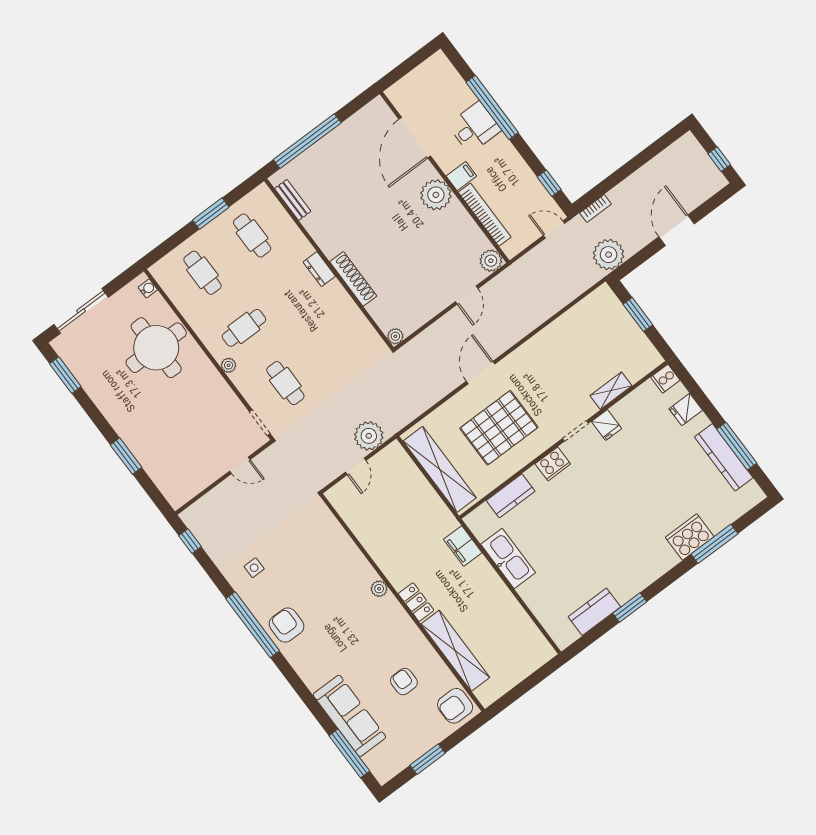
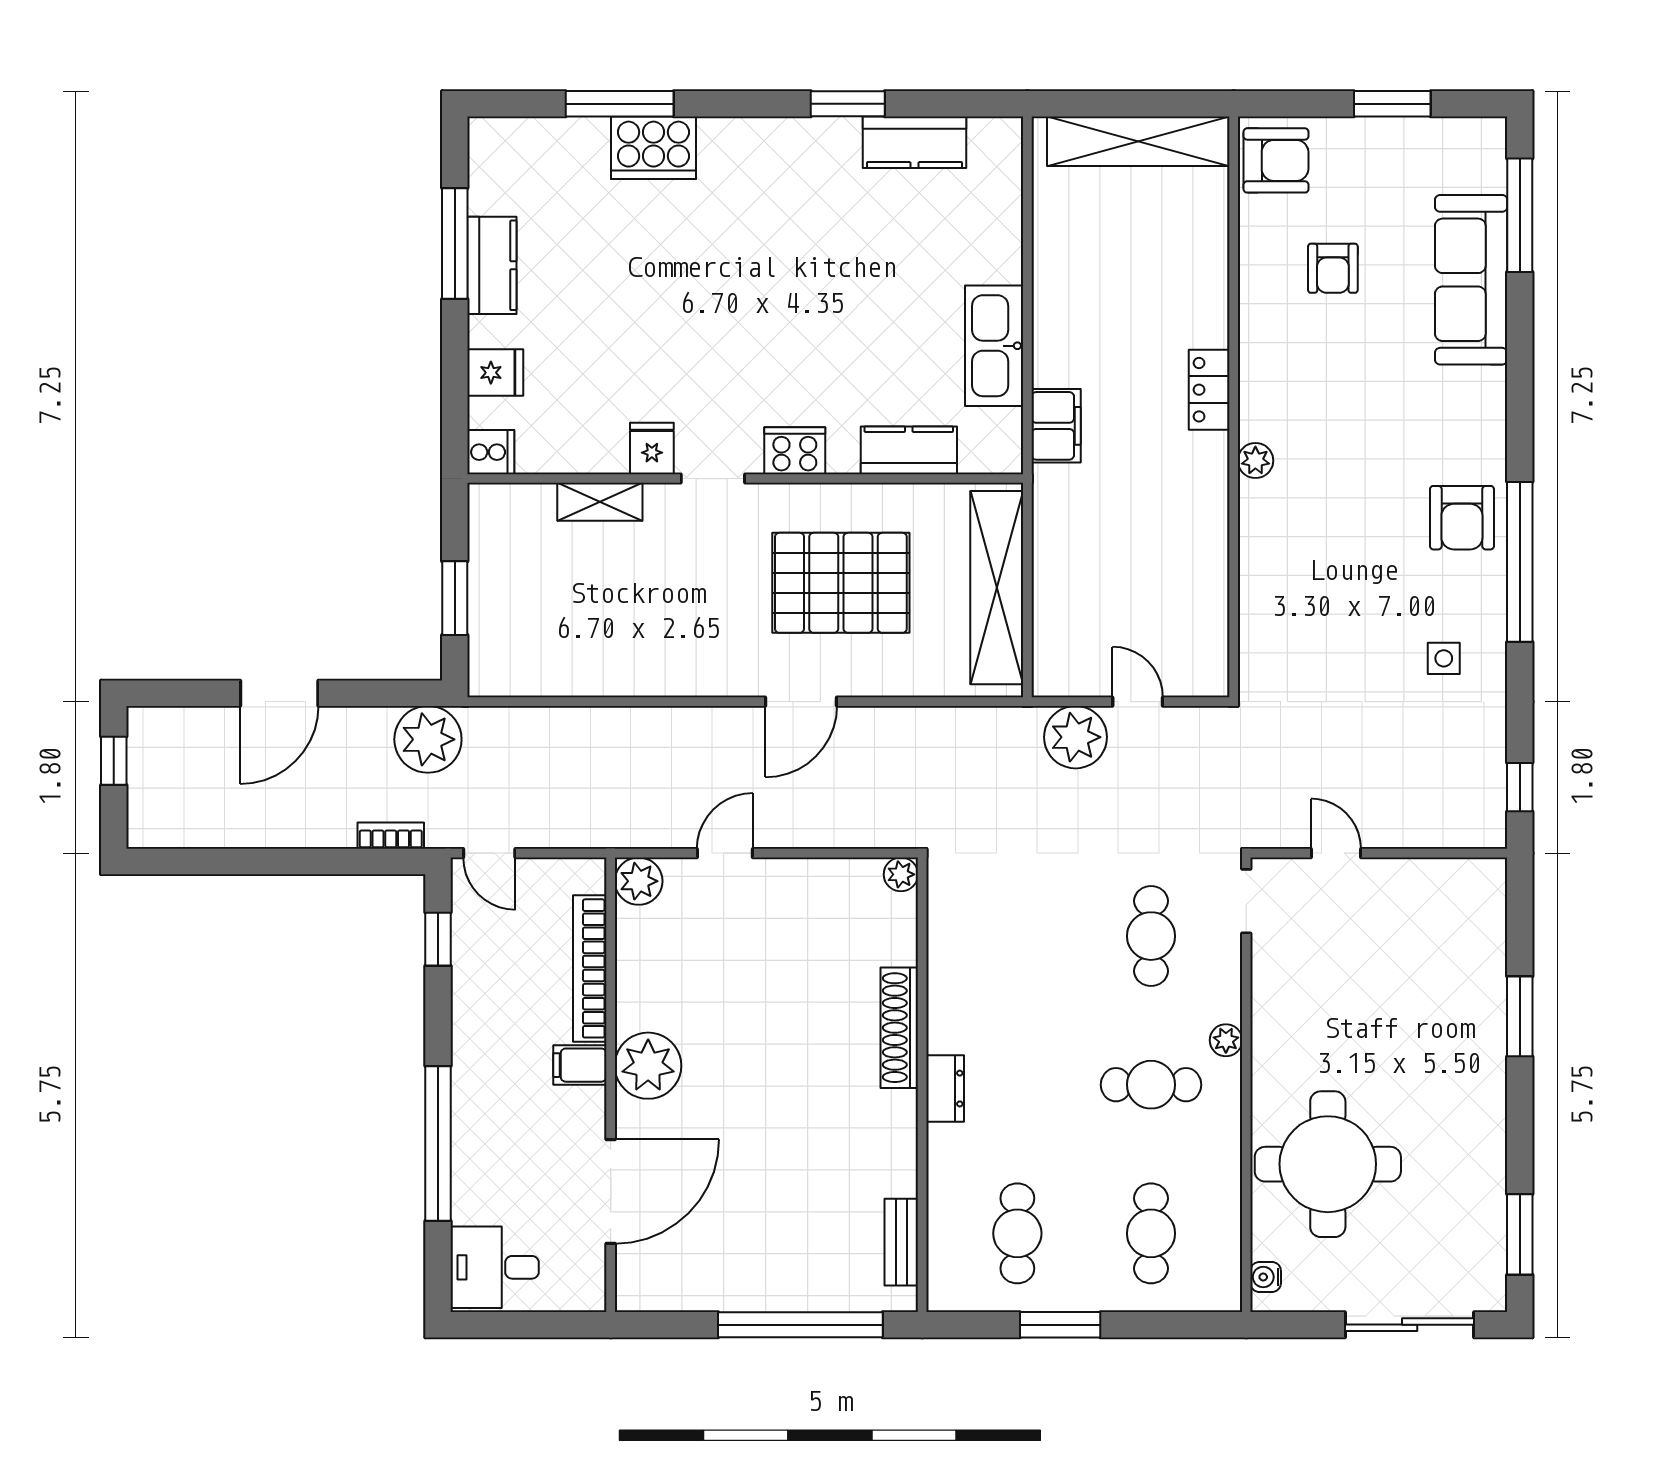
desk: (474, 127) -> (495, 1267), moved
kitchen counter: (724, 457) -> (492, 265), width x0.67
door: (356, 466) -> (1138, 702), hinge flipped
shelving: (455, 651) -> (1138, 141), moved, turned 90

